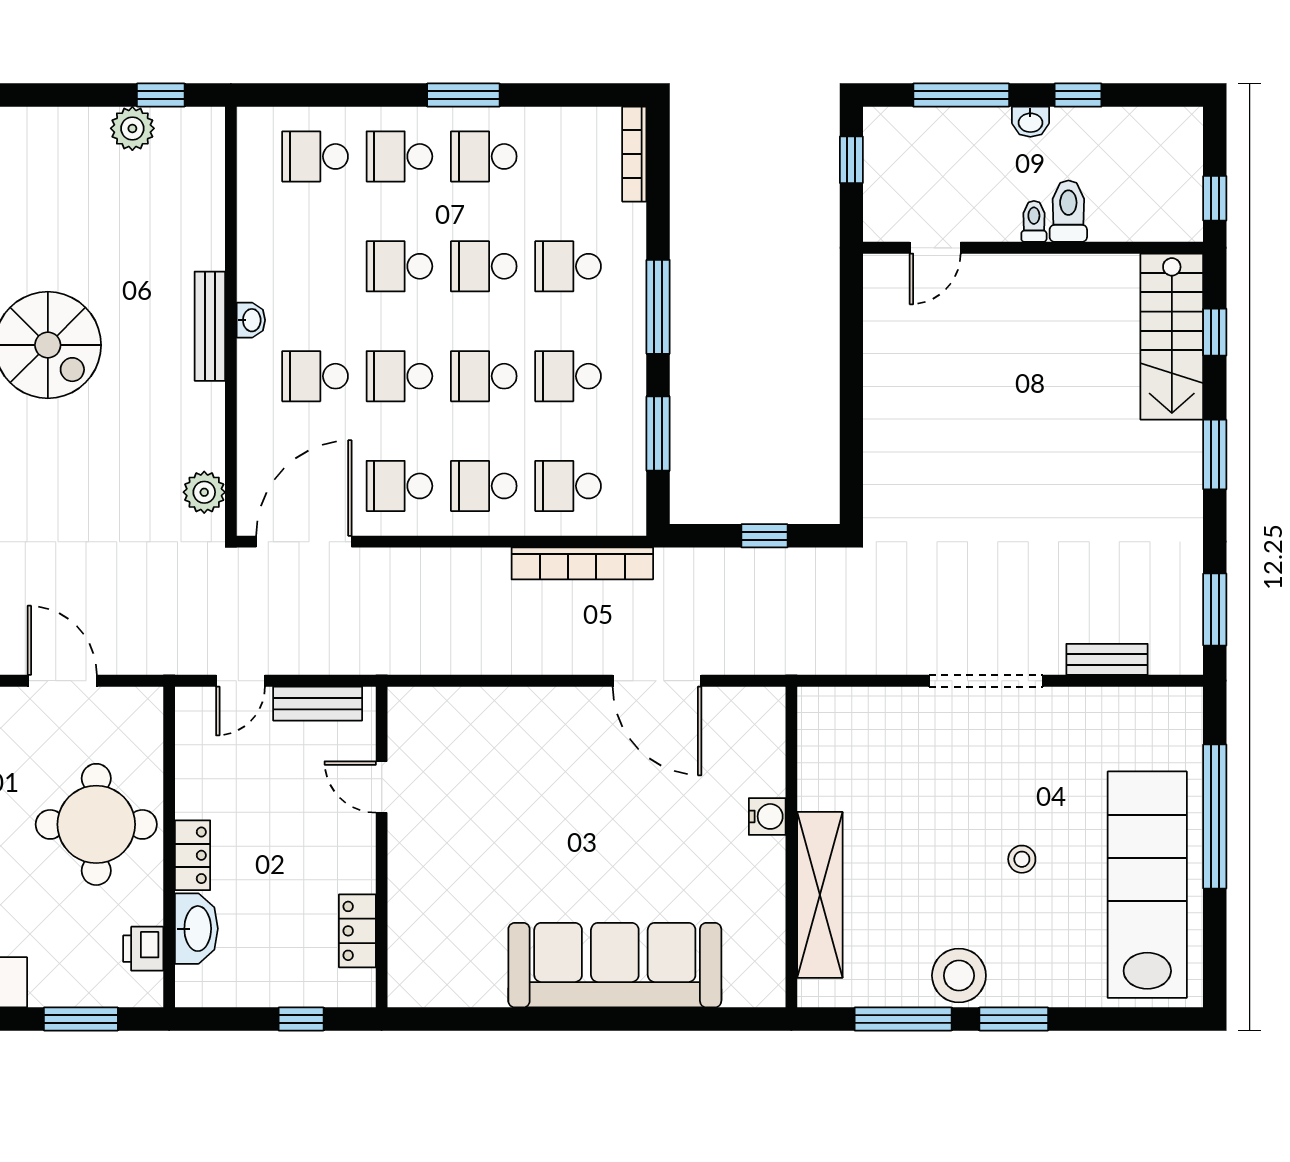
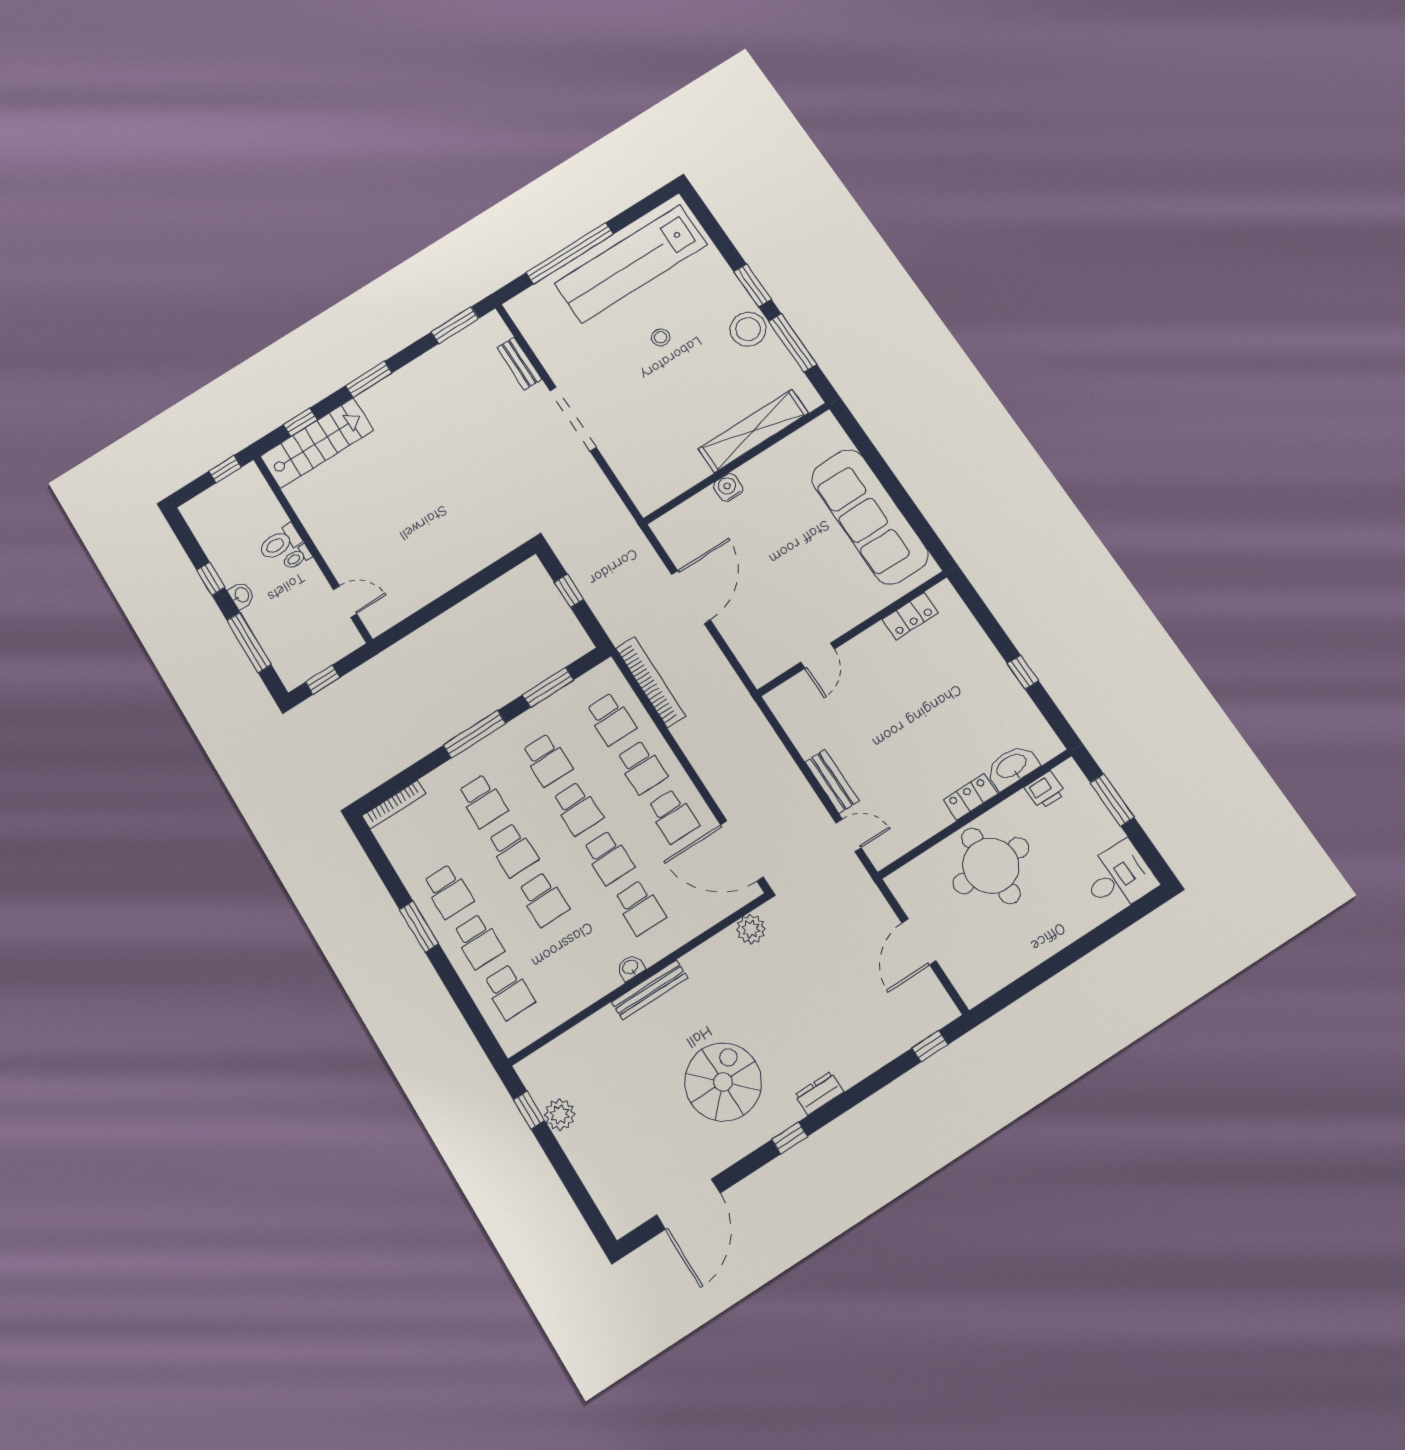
door: (382, 787) -> (817, 656), moved
wall: (382, 847) -> (852, 633), moved
locker: (357, 931) -> (910, 616), moved

